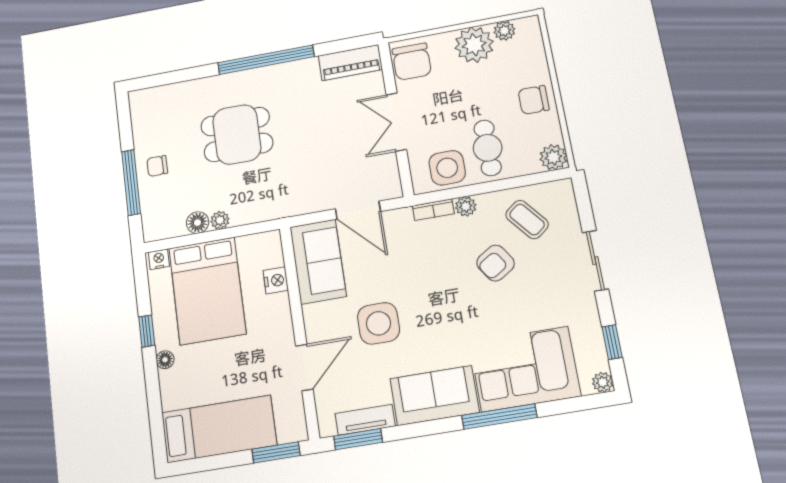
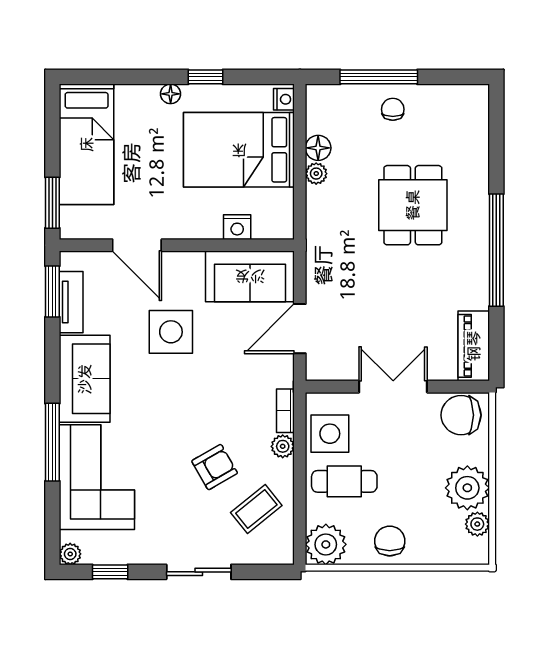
plant: (553, 157) -> (326, 544), width x1.36, depth x1.36
armchair: (496, 263) -> (215, 467), turned 93

